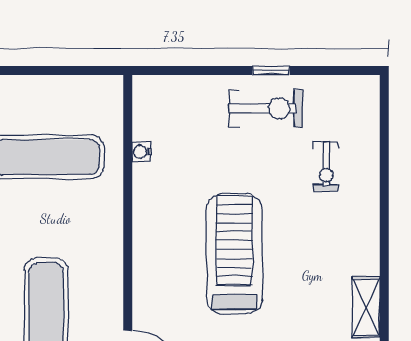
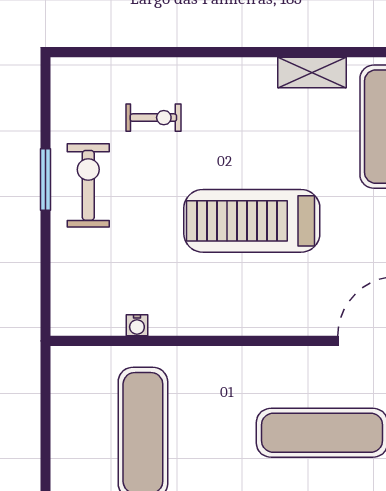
window: (271, 70) -> (45, 180), width x1.50

